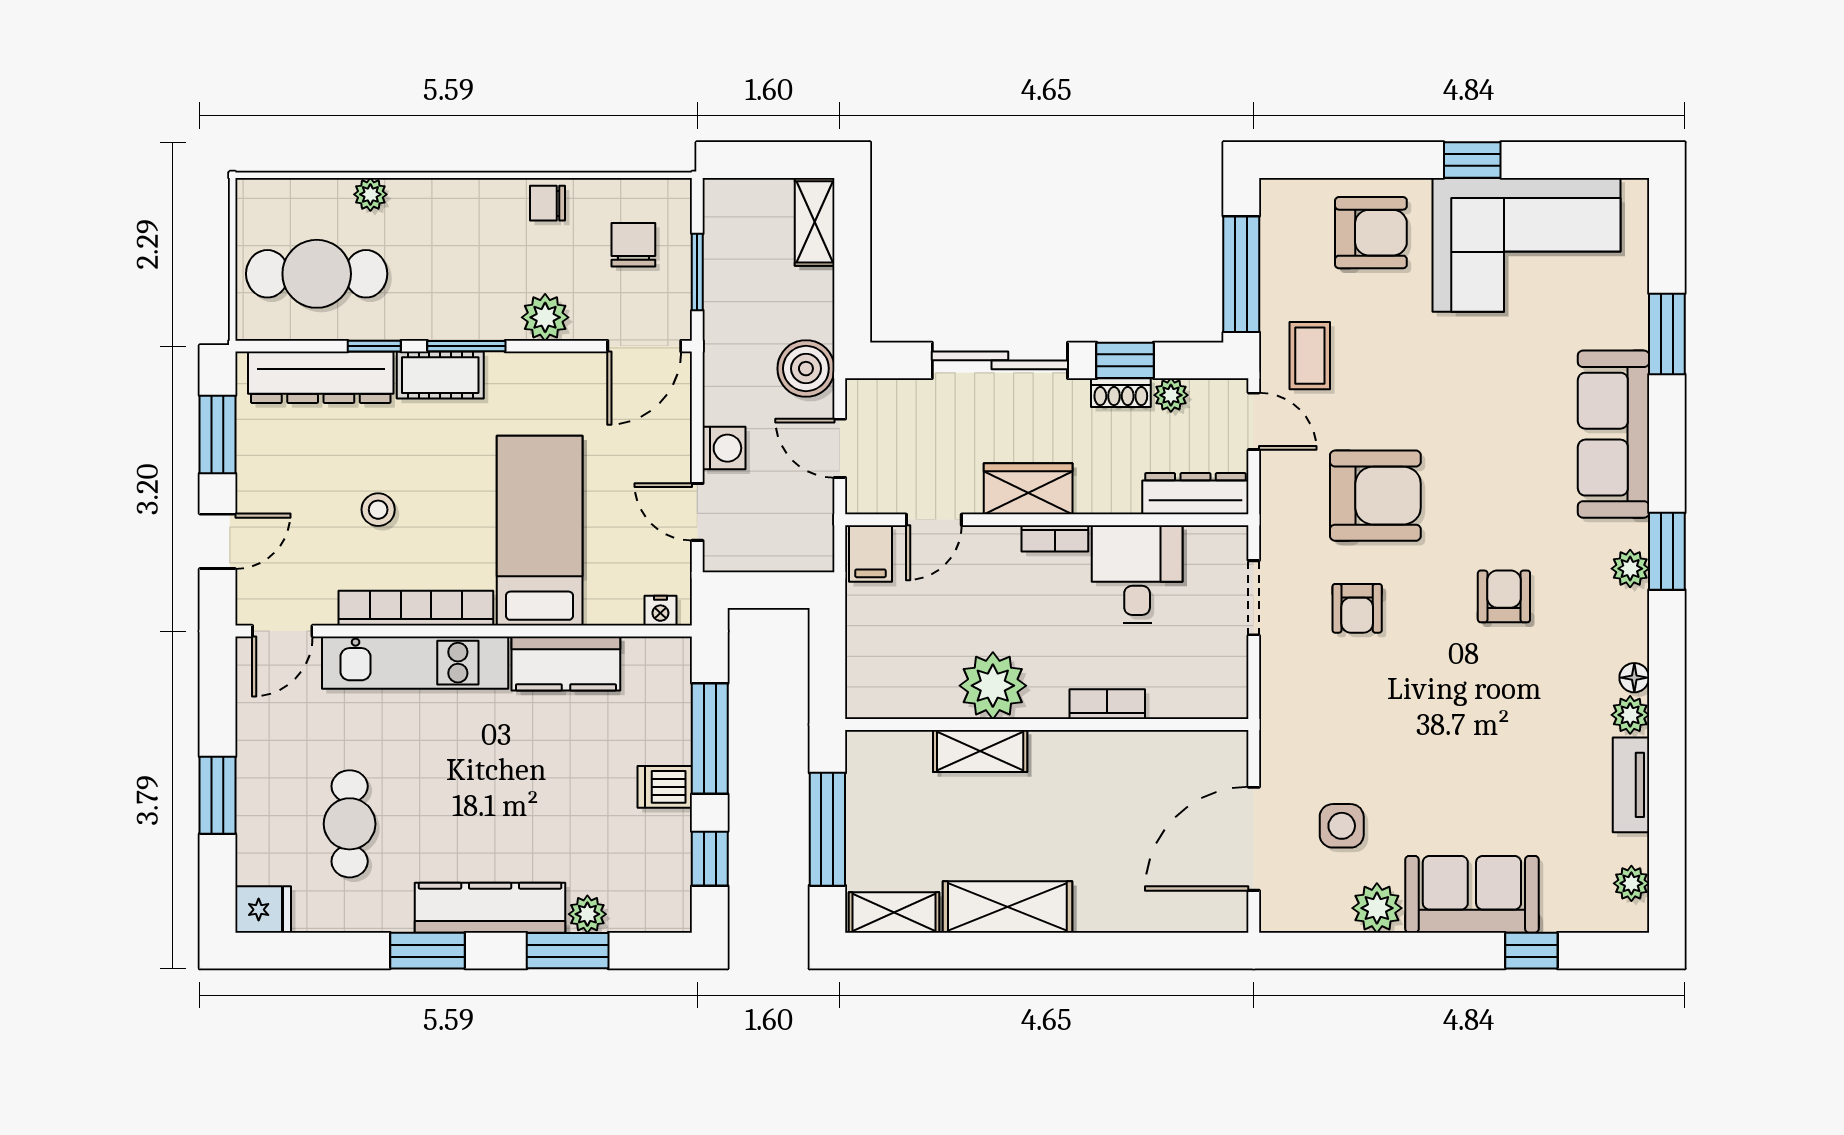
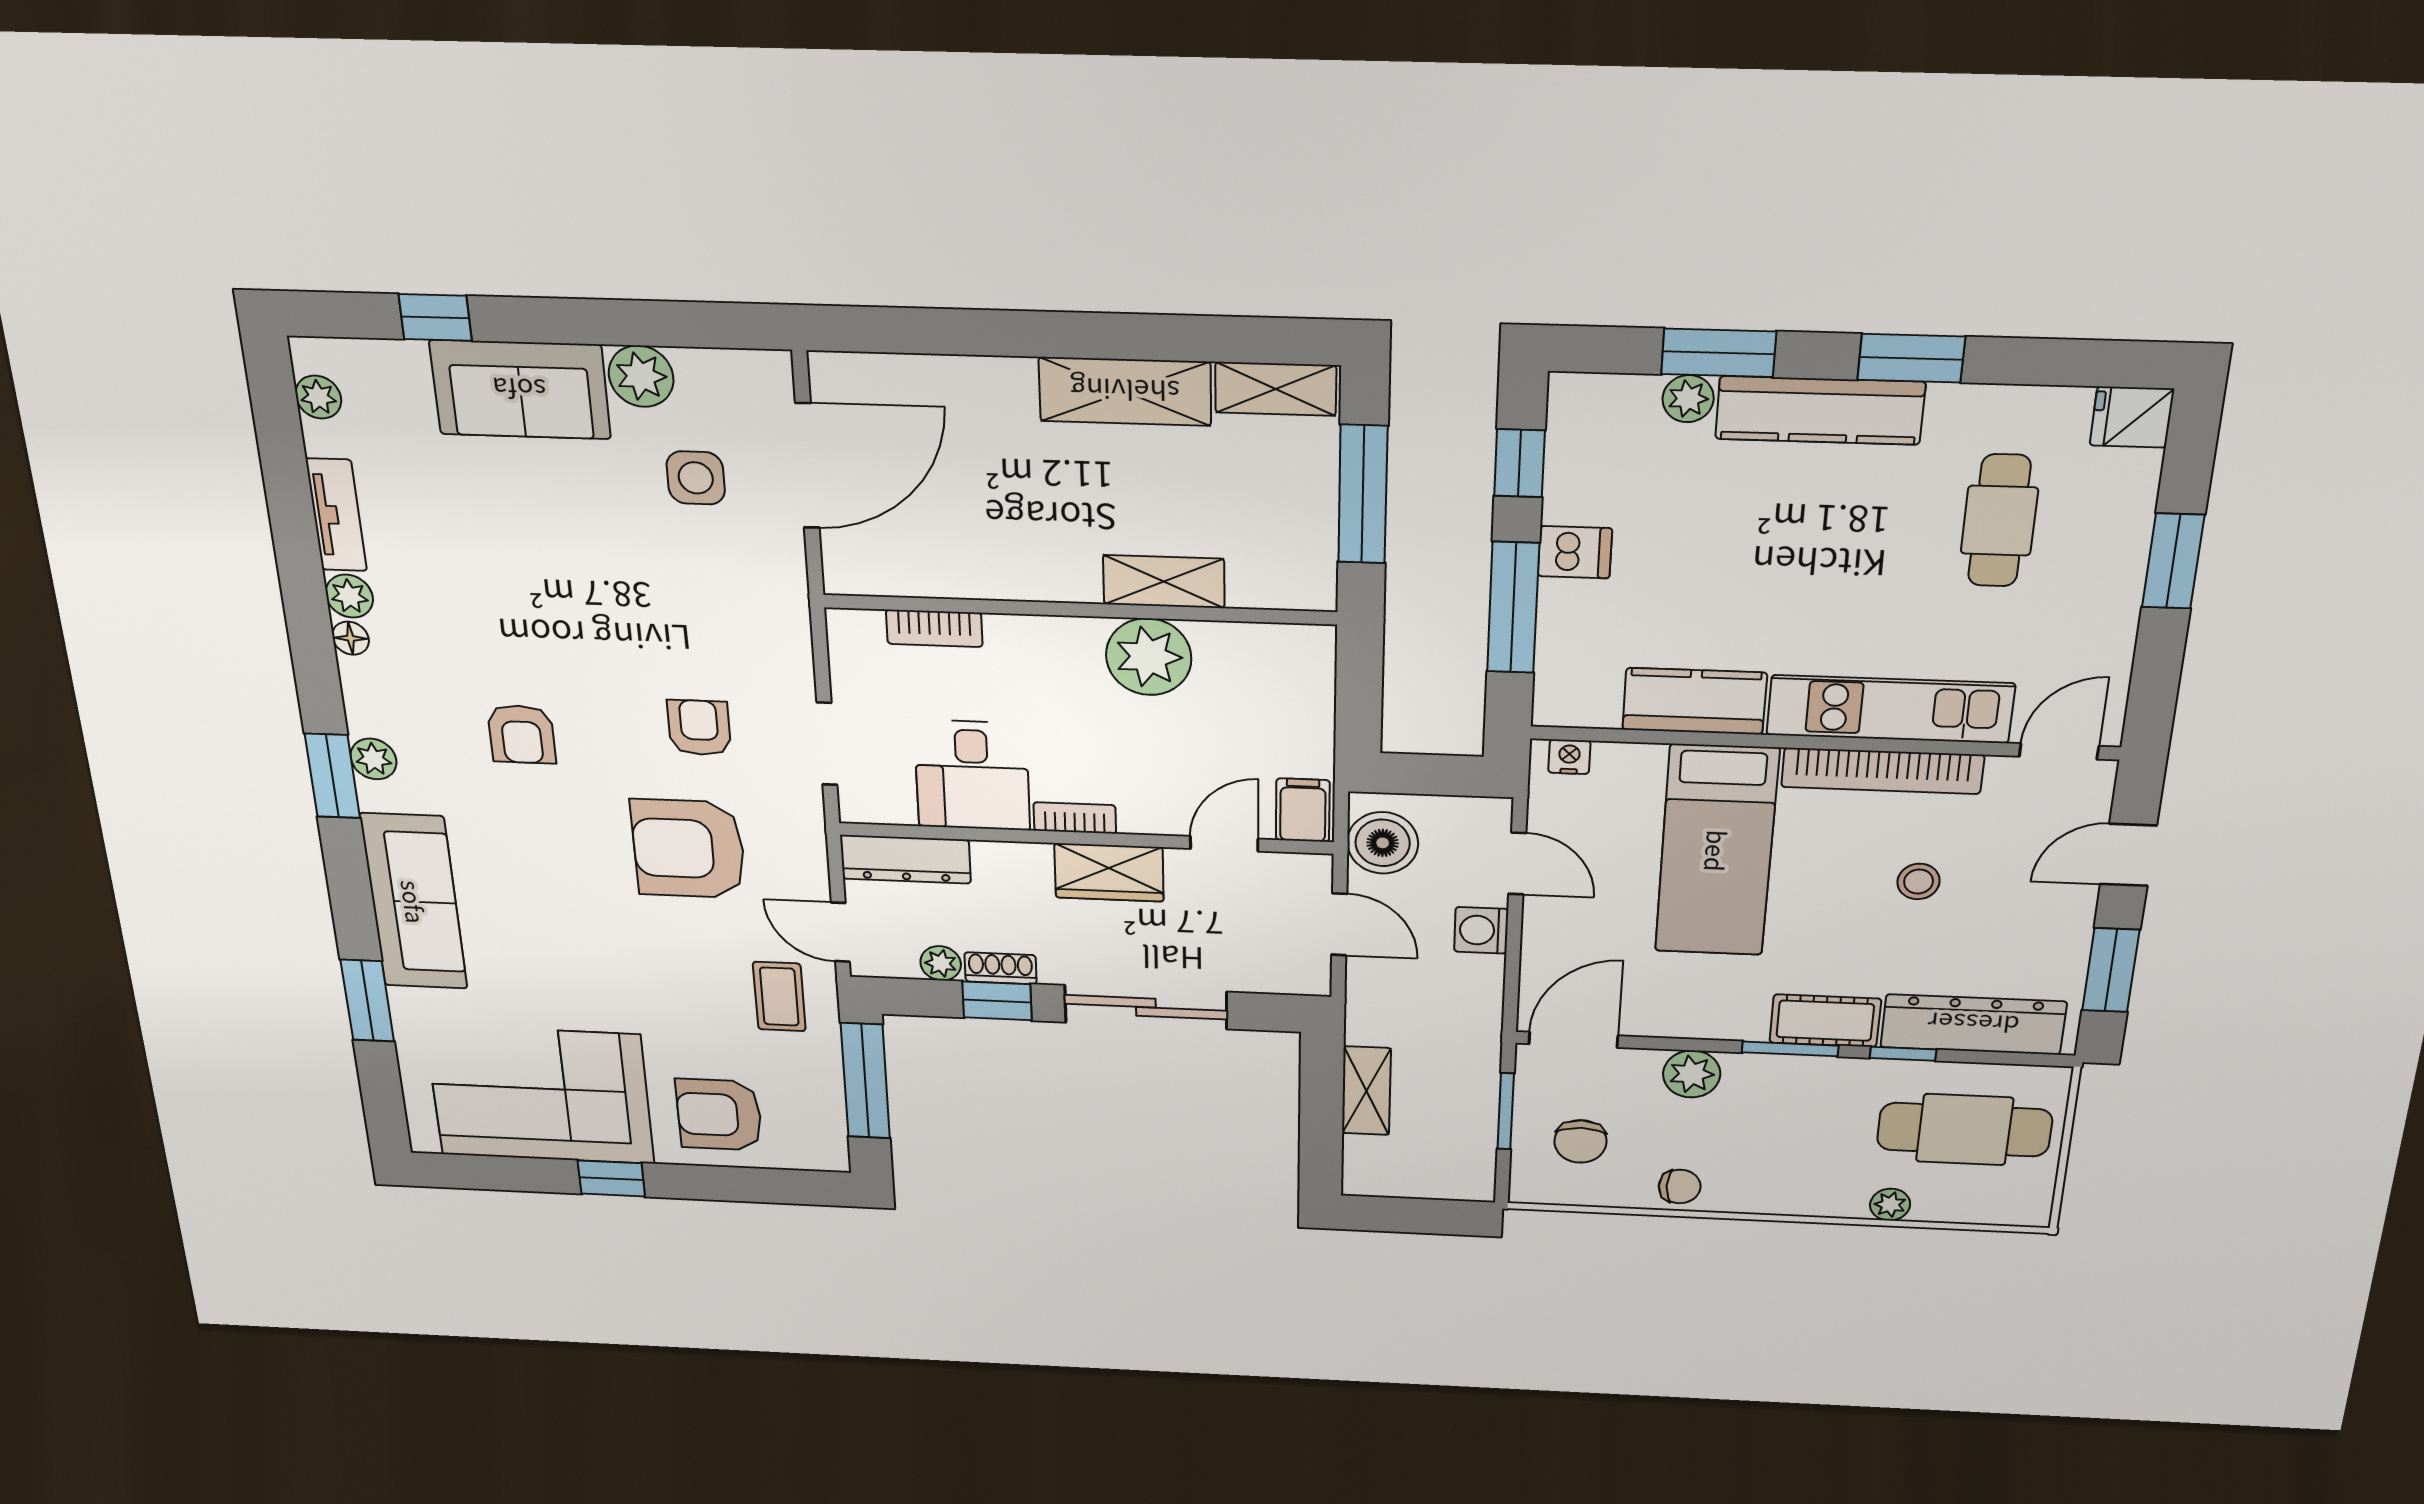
shelving: (815, 222) -> (1366, 1091), moved
boiler: (806, 369) -> (1383, 843), moved
bookcase: (1107, 704) -> (934, 628), moved

